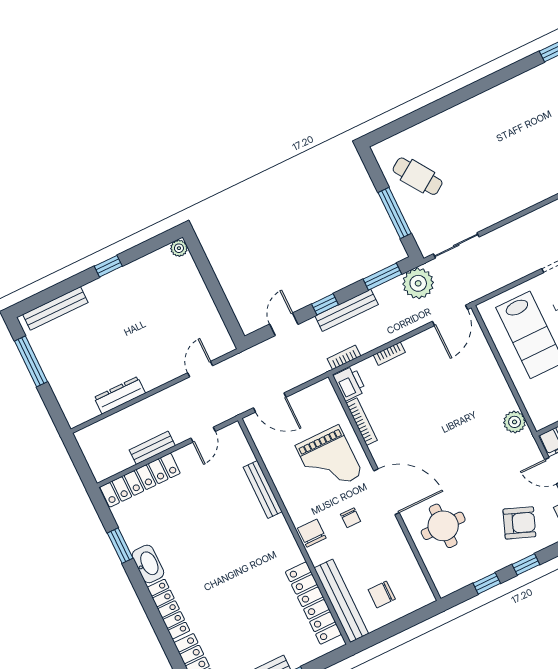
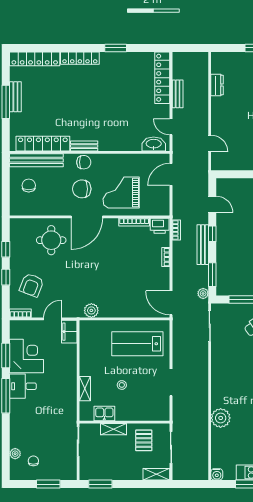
plant: (418, 283) -> (203, 293), width x0.53, depth x0.53
dresser: (120, 395) -> (217, 85), width x0.70
bench: (263, 489) -> (84, 146), moved, width x0.73
chair: (351, 518) -> (82, 189), width x1.87, depth x1.87
window: (120, 546) -> (116, 48), moved
washbasin: (148, 564) -> (154, 144), moved, turned 180

